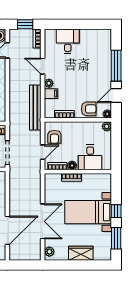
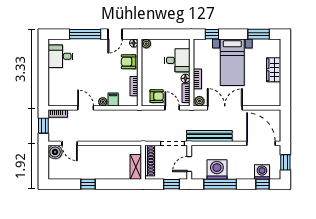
desk: (68, 41) -> (61, 56), moved
door: (43, 66) -> (86, 108), swing flipped
door: (116, 95) -> (115, 34), hinge flipped
bench: (35, 108) -> (209, 136), moved
armchair: (89, 109) -> (129, 62), turned -90
window: (116, 211) -> (212, 34), moved
double door: (43, 221) -> (225, 108), moved
door: (7, 230) -> (261, 143), moved
plant: (49, 252) -> (199, 101), moved

